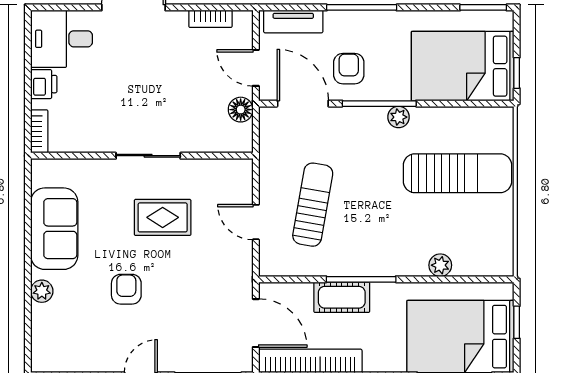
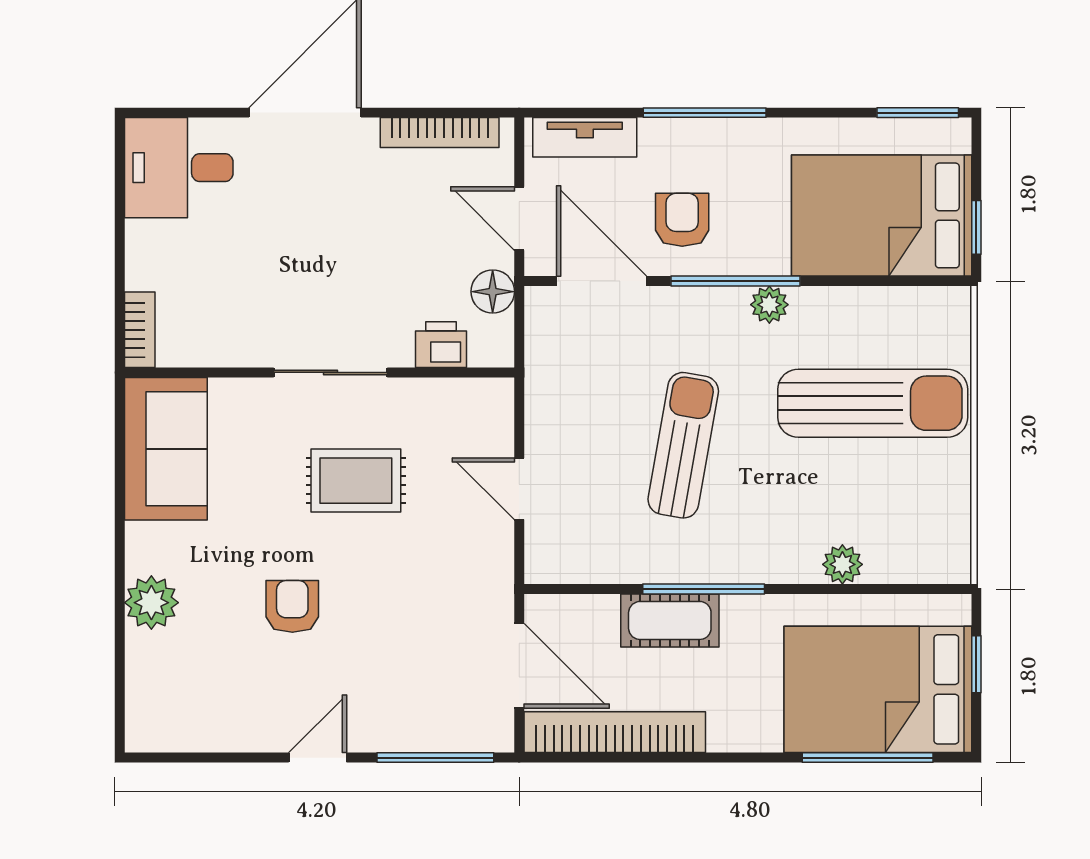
bookcase: (210, 19) -> (440, 133), width x1.56
printer: (44, 84) -> (441, 345), moved, turned -90
sun lounger: (313, 205) -> (683, 445), moved
sofa: (54, 229) -> (166, 449), moved
plant: (42, 291) -> (151, 603), width x1.38, depth x1.38

